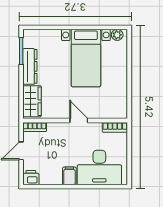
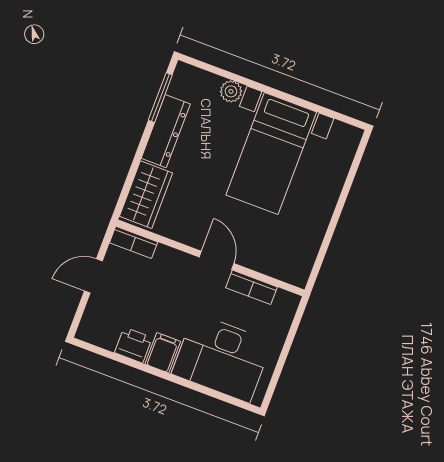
plant: (117, 35) -> (231, 91), moved
bookcase: (115, 127) -> (251, 287), moved
printer: (31, 178) -> (133, 345), moved

